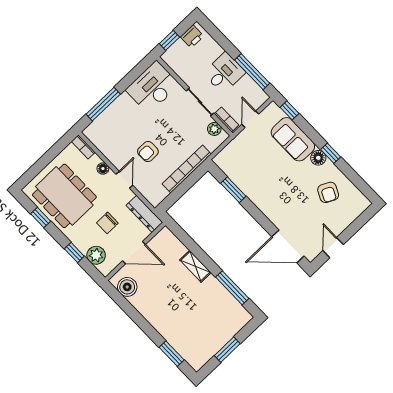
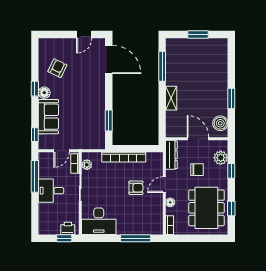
printer: (192, 36) -> (68, 228), moved
window: (172, 354) -> (231, 99), moved

